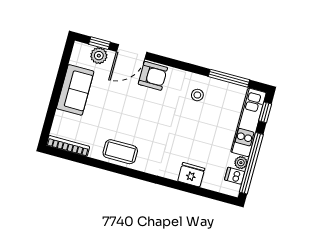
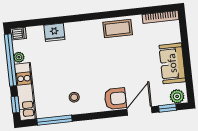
plant: (99, 56) -> (177, 96), moved
armchair: (153, 76) -> (115, 99), turned 180
dishwasher: (235, 176) -> (18, 34), moved

